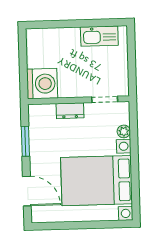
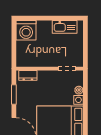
washing machine: (42, 84) -> (26, 30), moved, turned 90
dresser: (70, 111) -> (28, 75), moved

